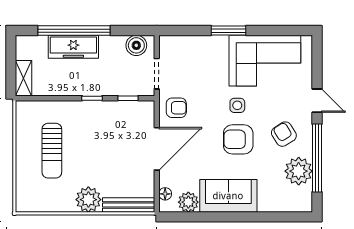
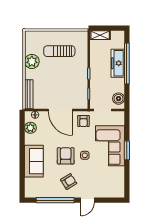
corner sofa: (265, 61) -> (110, 146), moved
plant: (299, 171) -> (48, 190), removed
sofa: (228, 196) -> (34, 161), moved
plant: (88, 200) -> (32, 61), moved

